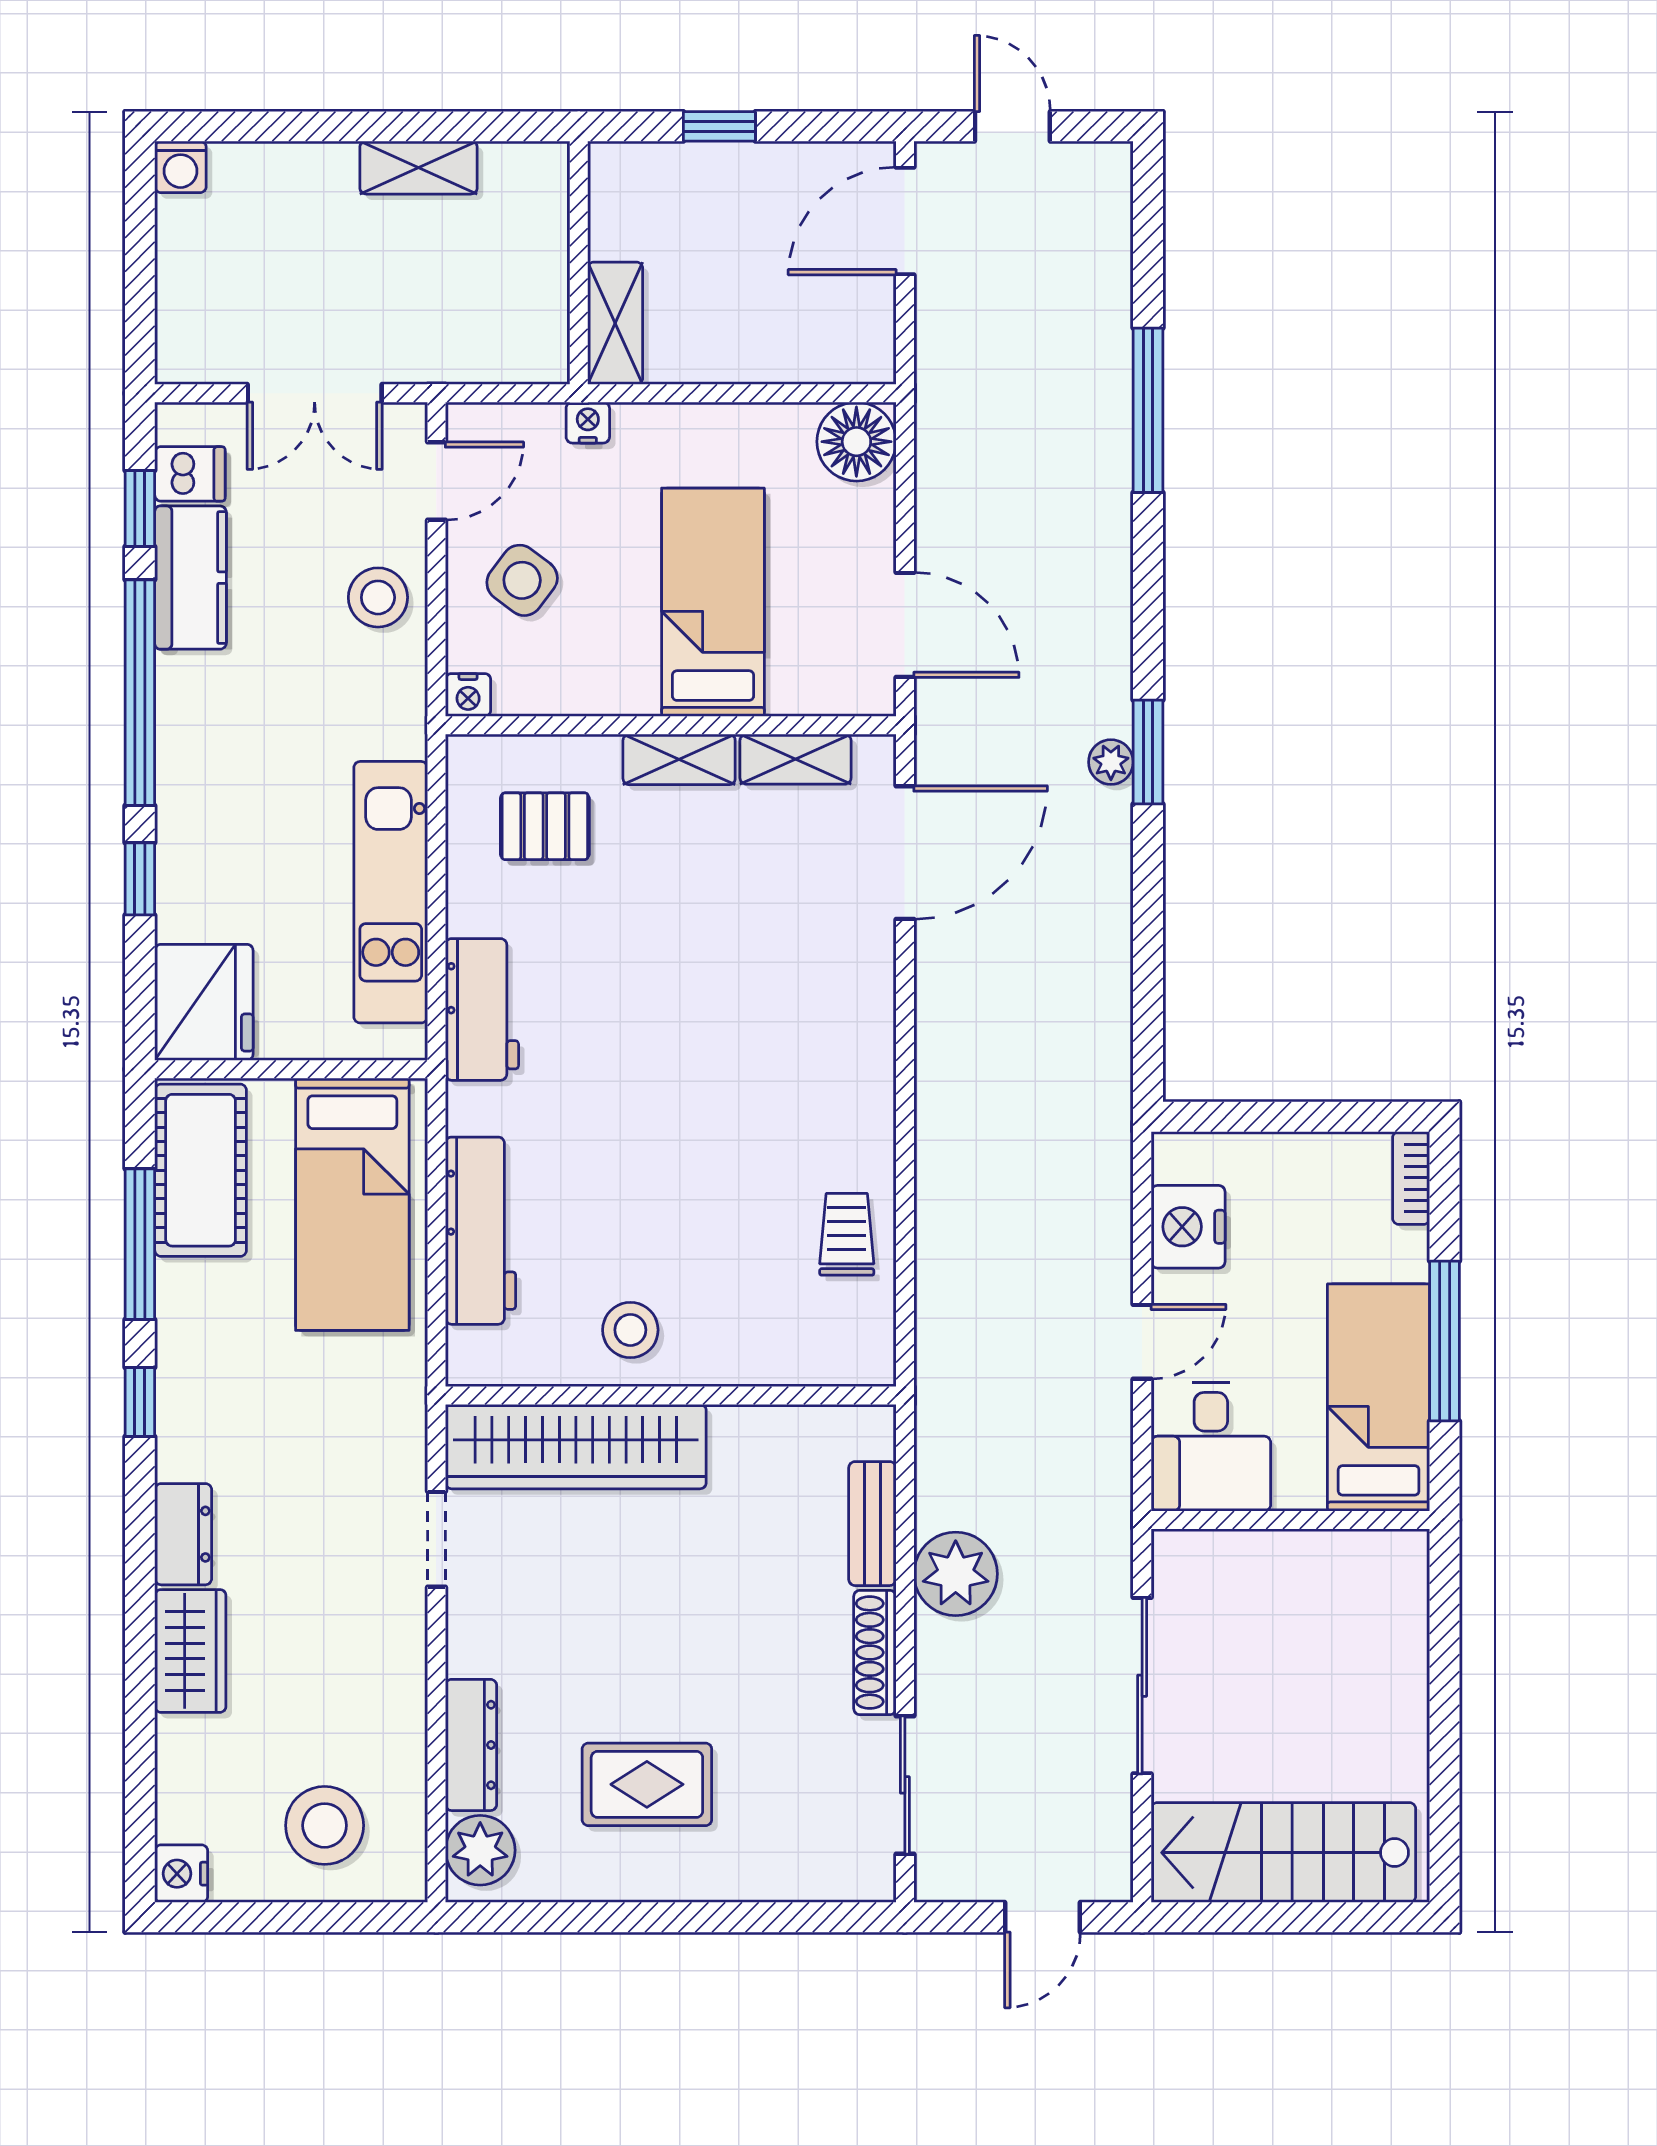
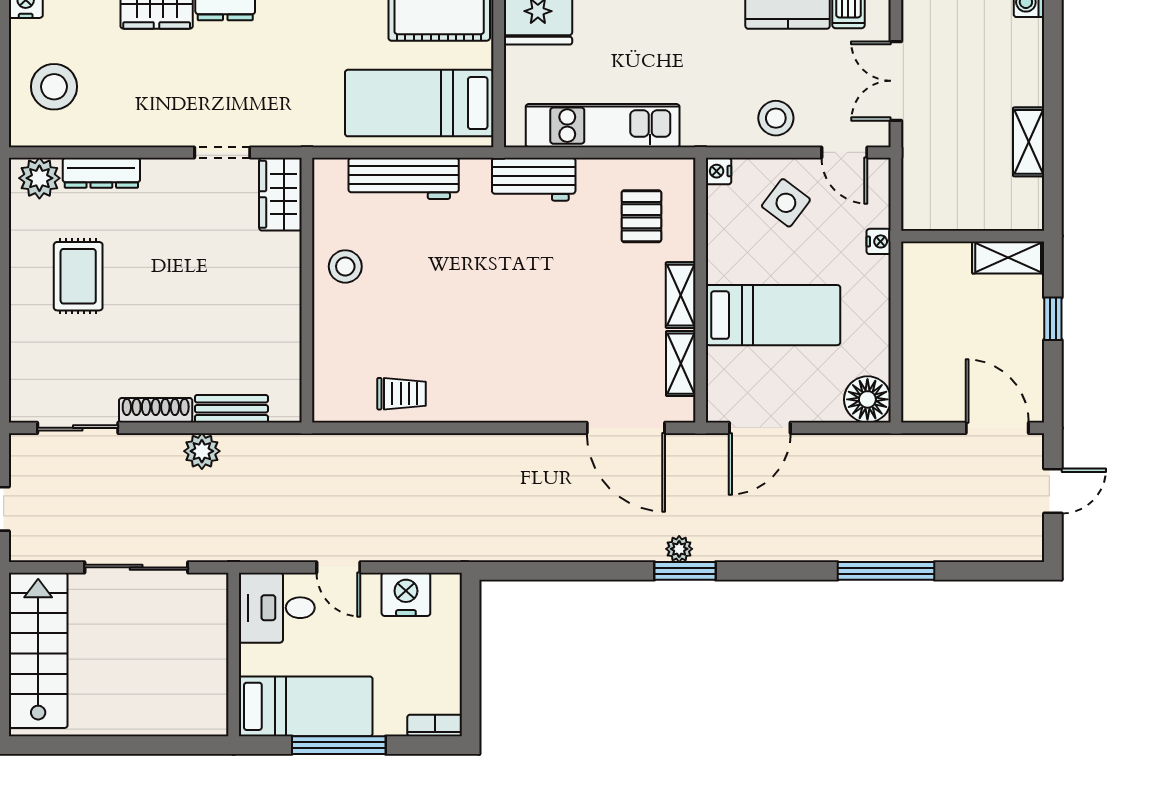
shelving: (615, 323) -> (1008, 258), moved
wardrobe: (576, 1447) -> (280, 194), width x0.48, depth x0.85
plant: (956, 1574) -> (202, 451), width x0.73, depth x0.73

